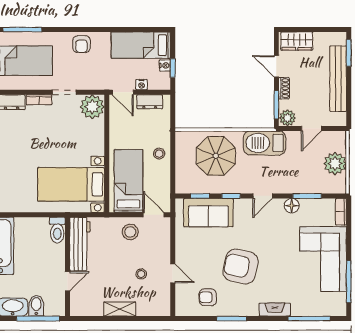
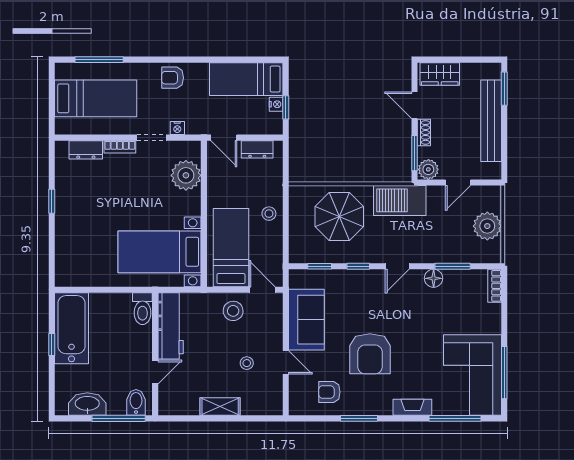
armchair: (81, 44) -> (173, 78), turned 90
nightstand: (142, 85) -> (177, 128), moved
plant: (92, 107) -> (186, 175), moved
sofa: (208, 213) -> (306, 320), moved, turned -90
corner sofa: (323, 259) -> (472, 375), moved
armchair: (241, 266) -> (370, 354), turned -103
bidet: (36, 306) -> (136, 402), moved

